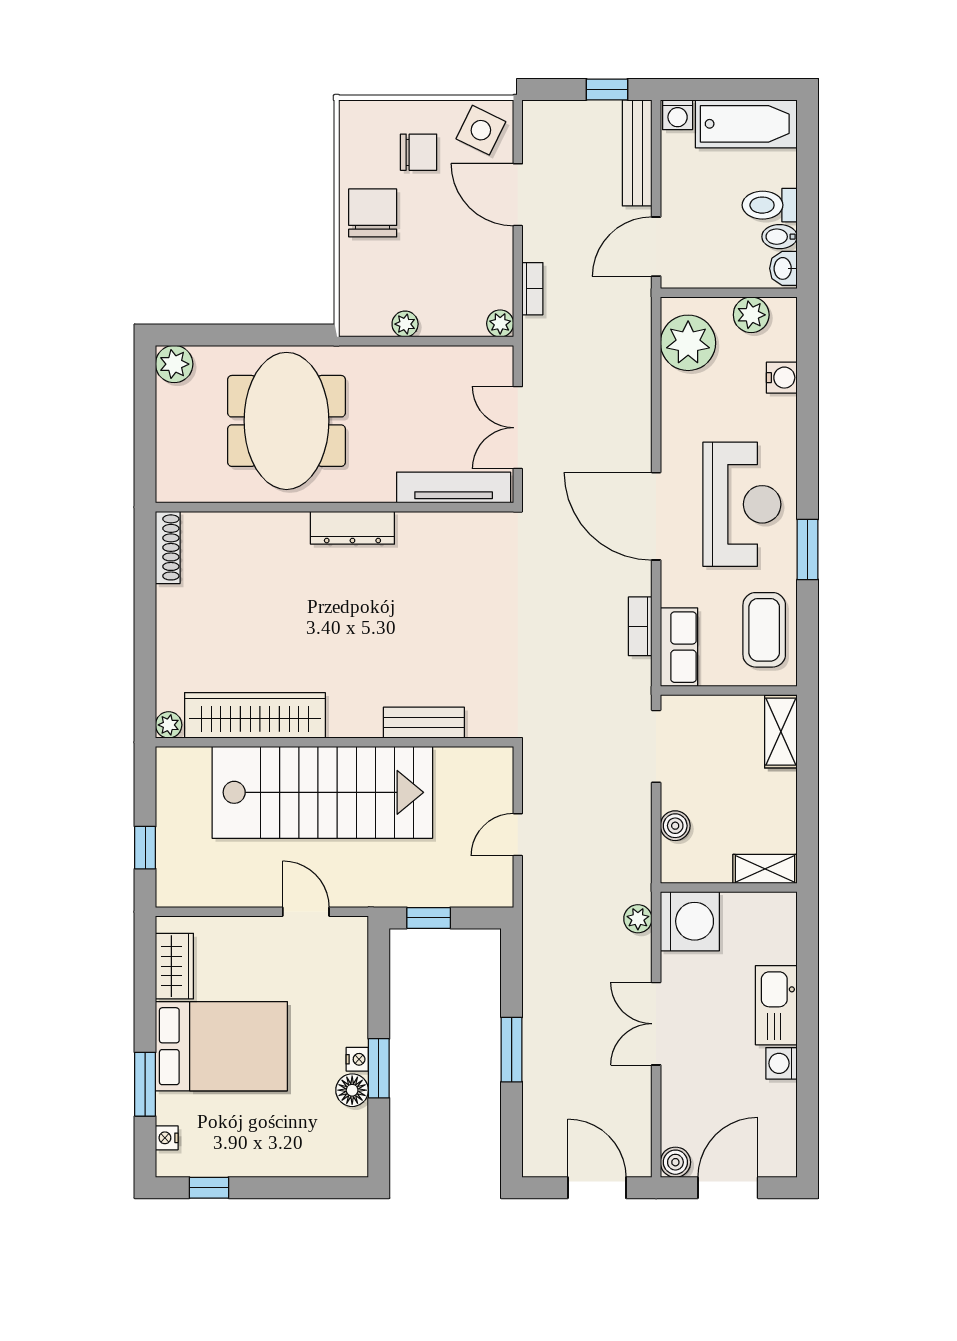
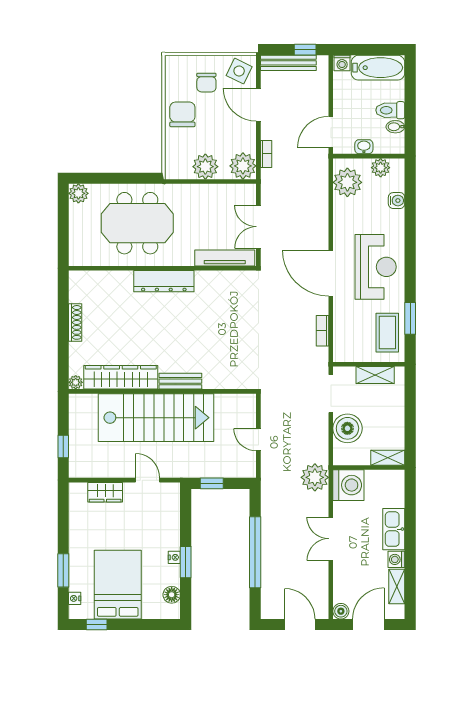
chair: (419, 152) -> (206, 83), turned 90
bench: (637, 153) -> (288, 63), moved, turned 90
washbasin: (783, 268) -> (364, 147), moved, turned 90
plant: (500, 323) -> (243, 166), width x1.87, depth x1.87
plant: (405, 324) -> (205, 167), width x1.88, depth x1.88
meeting table: (286, 421) -> (137, 223), turned 90
dresser: (352, 528) -> (164, 281), width x1.37, depth x1.24
shoe rack: (168, 547) -> (75, 322), moved
window: (808, 549) -> (410, 318), moved
row of seats: (679, 647) -> (343, 342), removed
bench: (424, 723) -> (180, 381), moved
shelving: (781, 732) -> (375, 375), moved, turned 90
boiler: (675, 826) -> (347, 428), width x1.86, depth x1.86
door: (518, 835) -> (258, 440), hinge flipped
plant: (638, 919) -> (315, 477), width x1.88, depth x1.88
wardrobe: (174, 966) -> (105, 492), moved, turned 90
bed: (221, 1046) -> (118, 585), moved, turned -90
window: (512, 1050) -> (255, 552), width x2.11
floor lamp: (352, 1090) -> (172, 595), moved
shelving: (782, 1115) -> (397, 587), added

